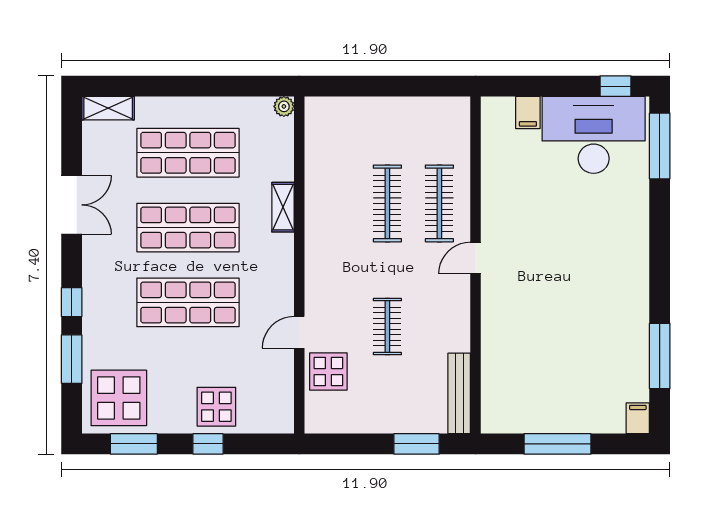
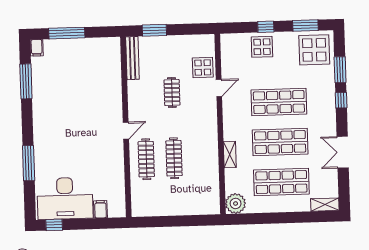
plant: (284, 106) -> (236, 203), width x1.87, depth x1.87
window: (660, 146) -> (29, 163), moved
window: (557, 444) -> (67, 33), moved

